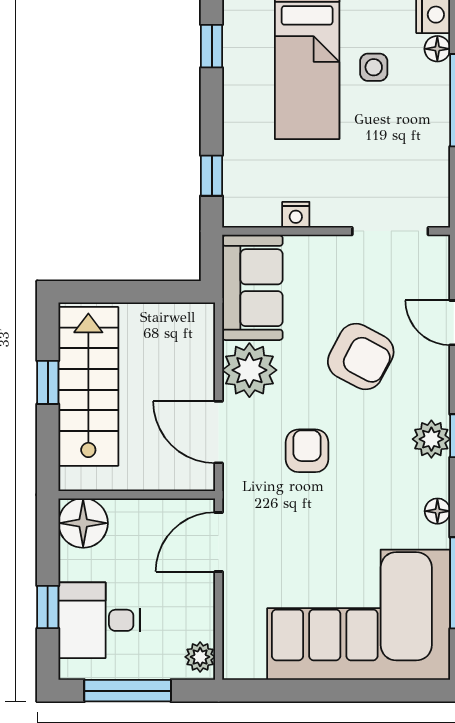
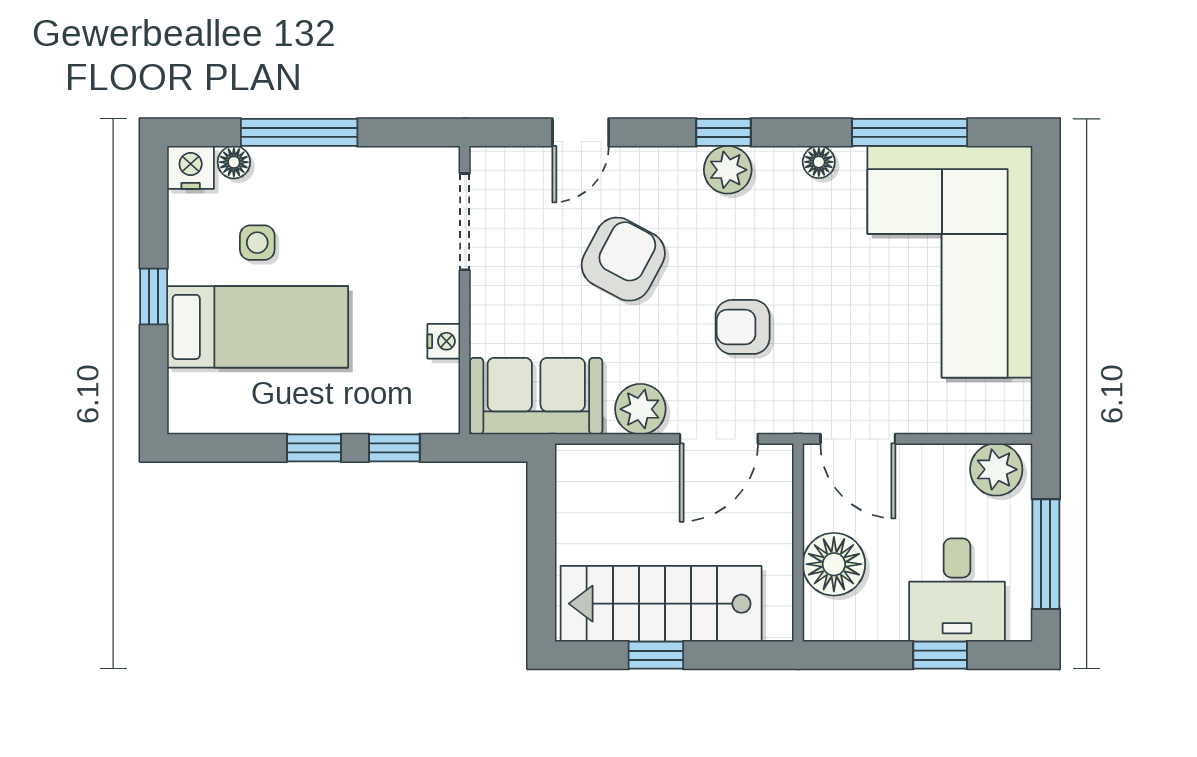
window: (212, 46) -> (314, 448), moved
plant: (249, 370) -> (640, 409), width x0.73, depth x0.73
floor lamp: (83, 523) -> (834, 564), moved
plant: (200, 657) -> (996, 469), width x1.38, depth x1.38

